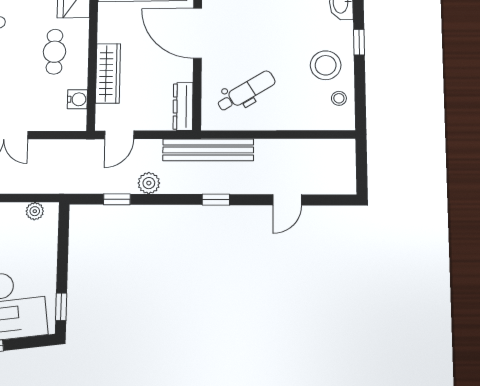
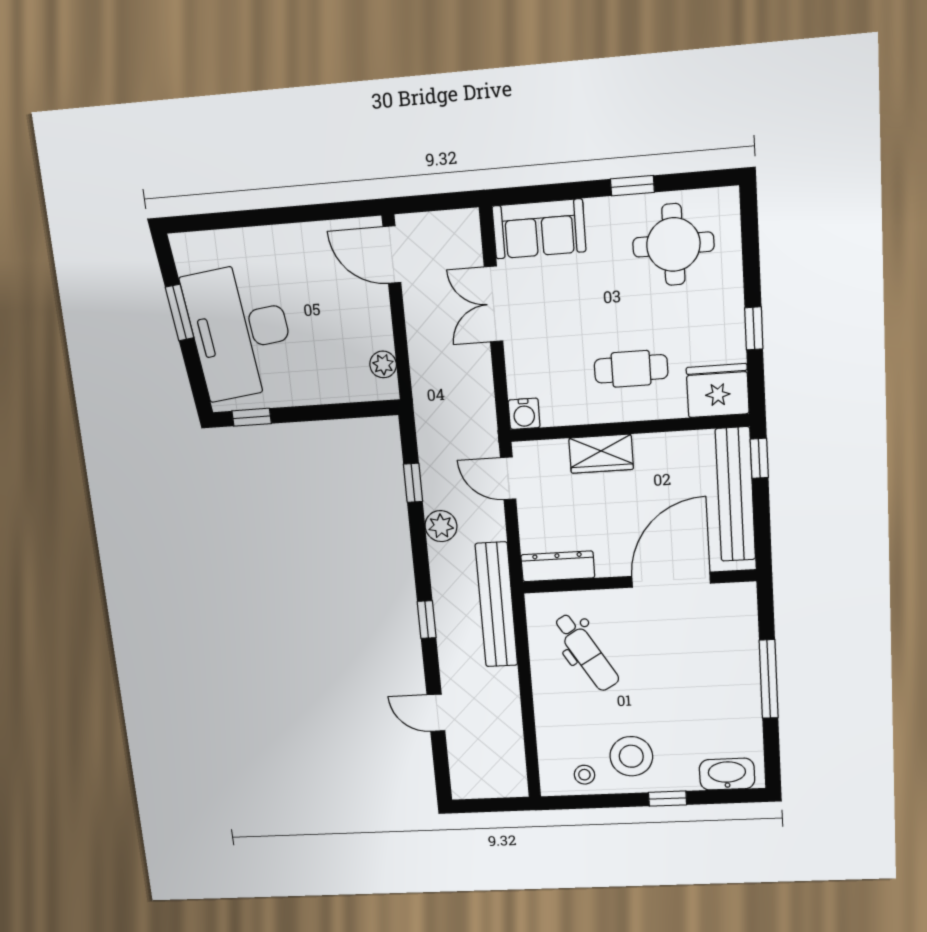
wardrobe: (108, 73) -> (601, 454), width x0.67
water cooler: (77, 99) -> (524, 414), moved

